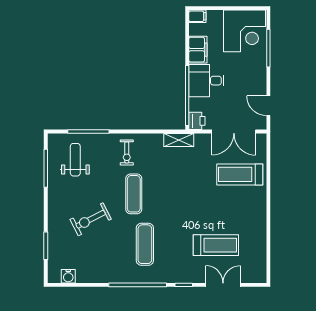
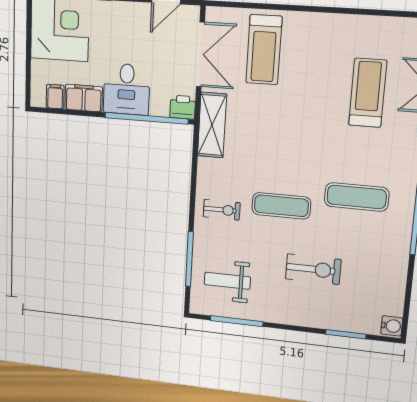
filing cabinet: (197, 16) -> (55, 97), moved
shelving: (179, 140) -> (212, 125), width x1.50, depth x1.33
exercise bike: (91, 219) -> (313, 269), turned -63
water cooler: (68, 276) -> (392, 326), moved

